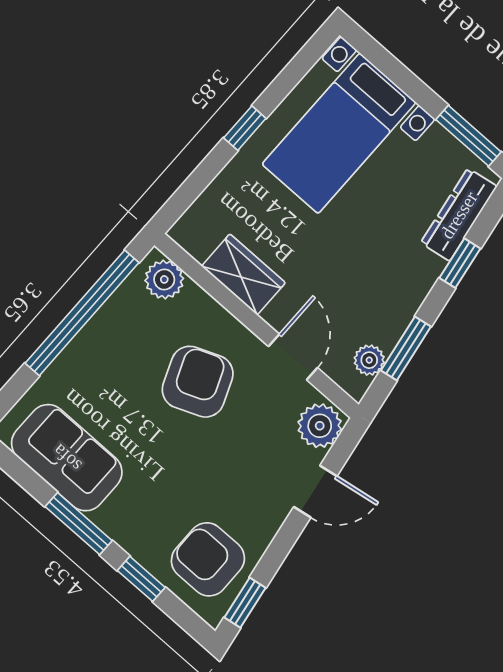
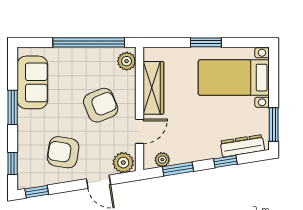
window: (245, 128) -> (206, 42), width x1.50
wardrobe: (243, 274) -> (153, 88), width x1.50
armchair: (208, 559) -> (63, 152), moved, turned -81
window: (141, 579) -> (13, 164), moved

